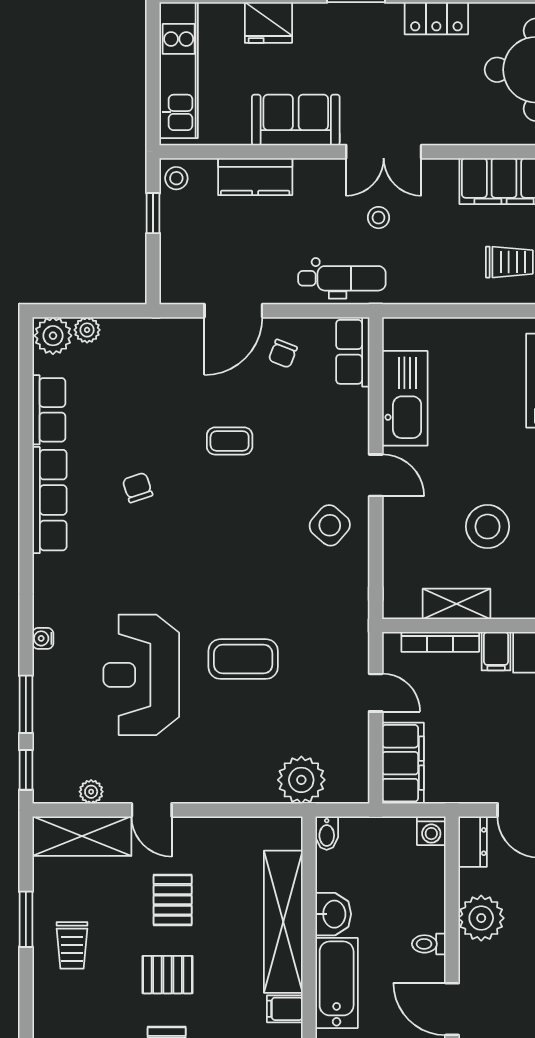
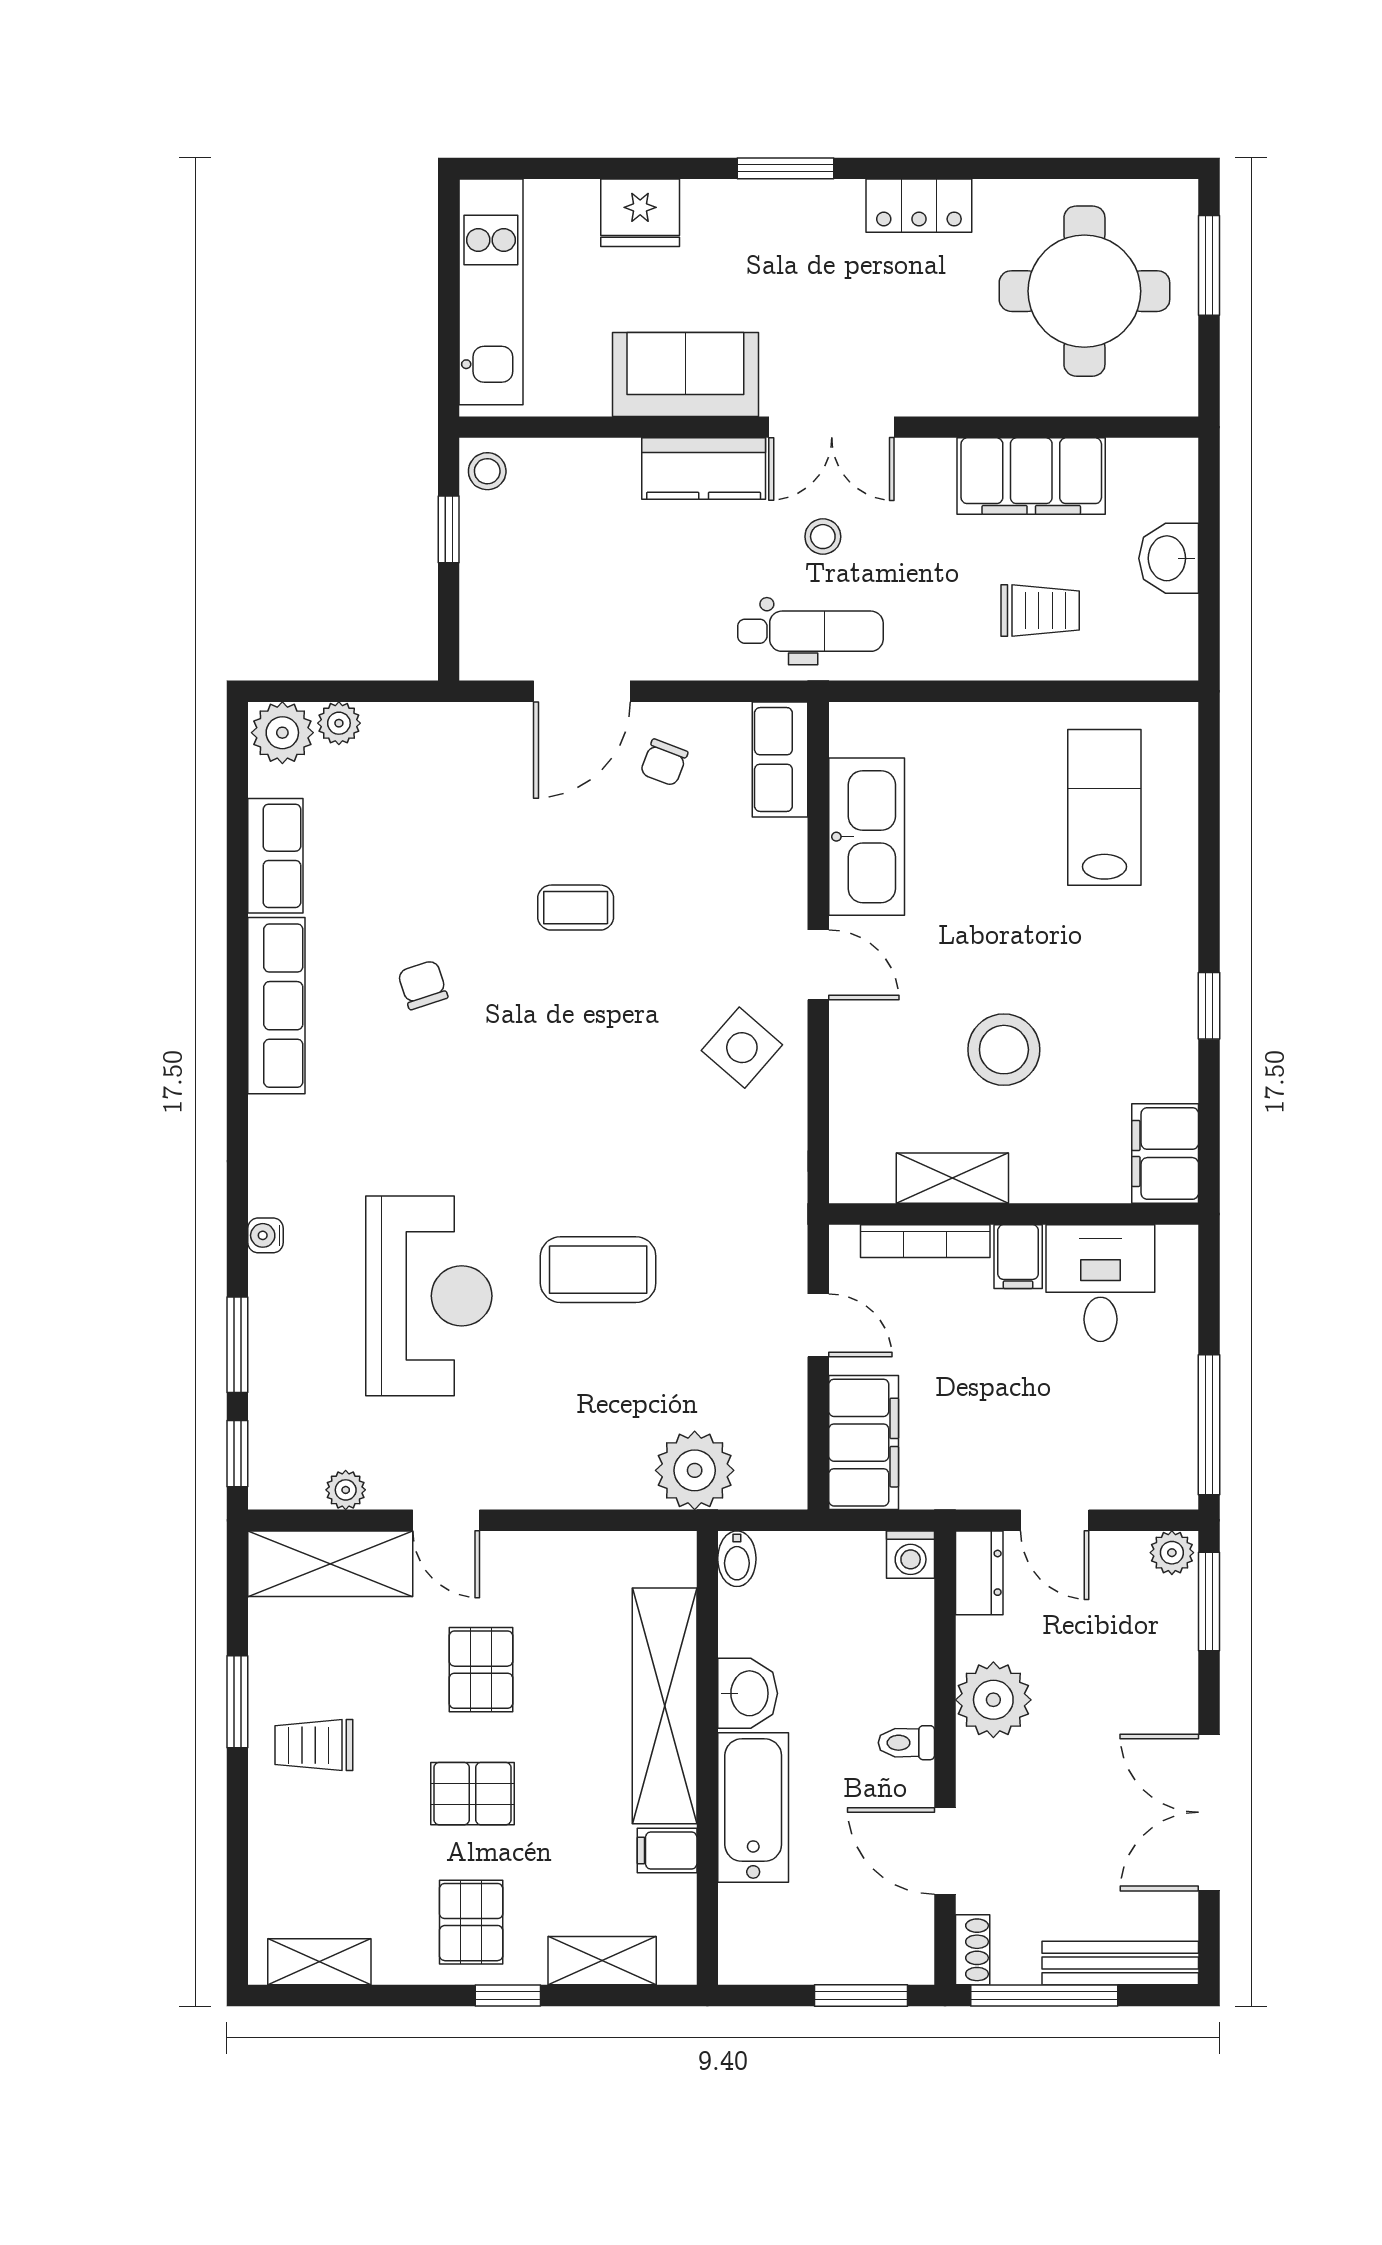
kitchen counter: (255, 177) -> (704, 469), moved
dental chair: (342, 278) -> (810, 631), moved
reception desk: (141, 675) -> (429, 1296), turned 180
trolley: (72, 945) -> (314, 1745), turned 90

